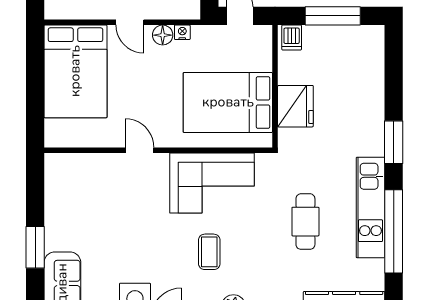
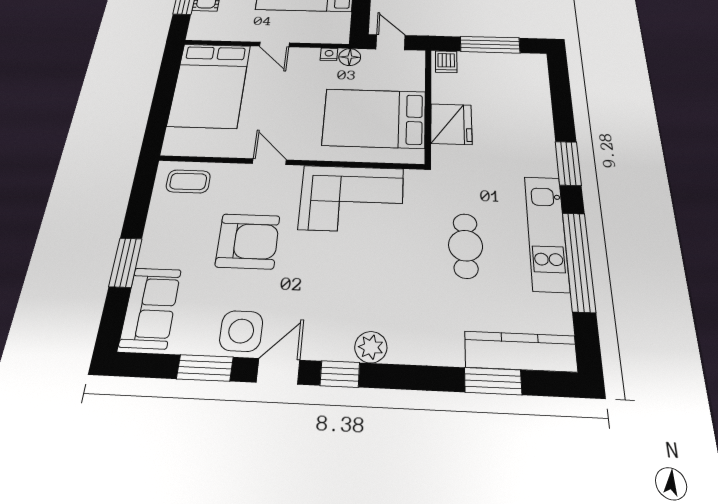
floor lamp: (163, 35) -> (350, 57), moved
armchair: (131, 225) -> (248, 241), added
coffee table: (209, 252) -> (188, 181), moved, turned 90

